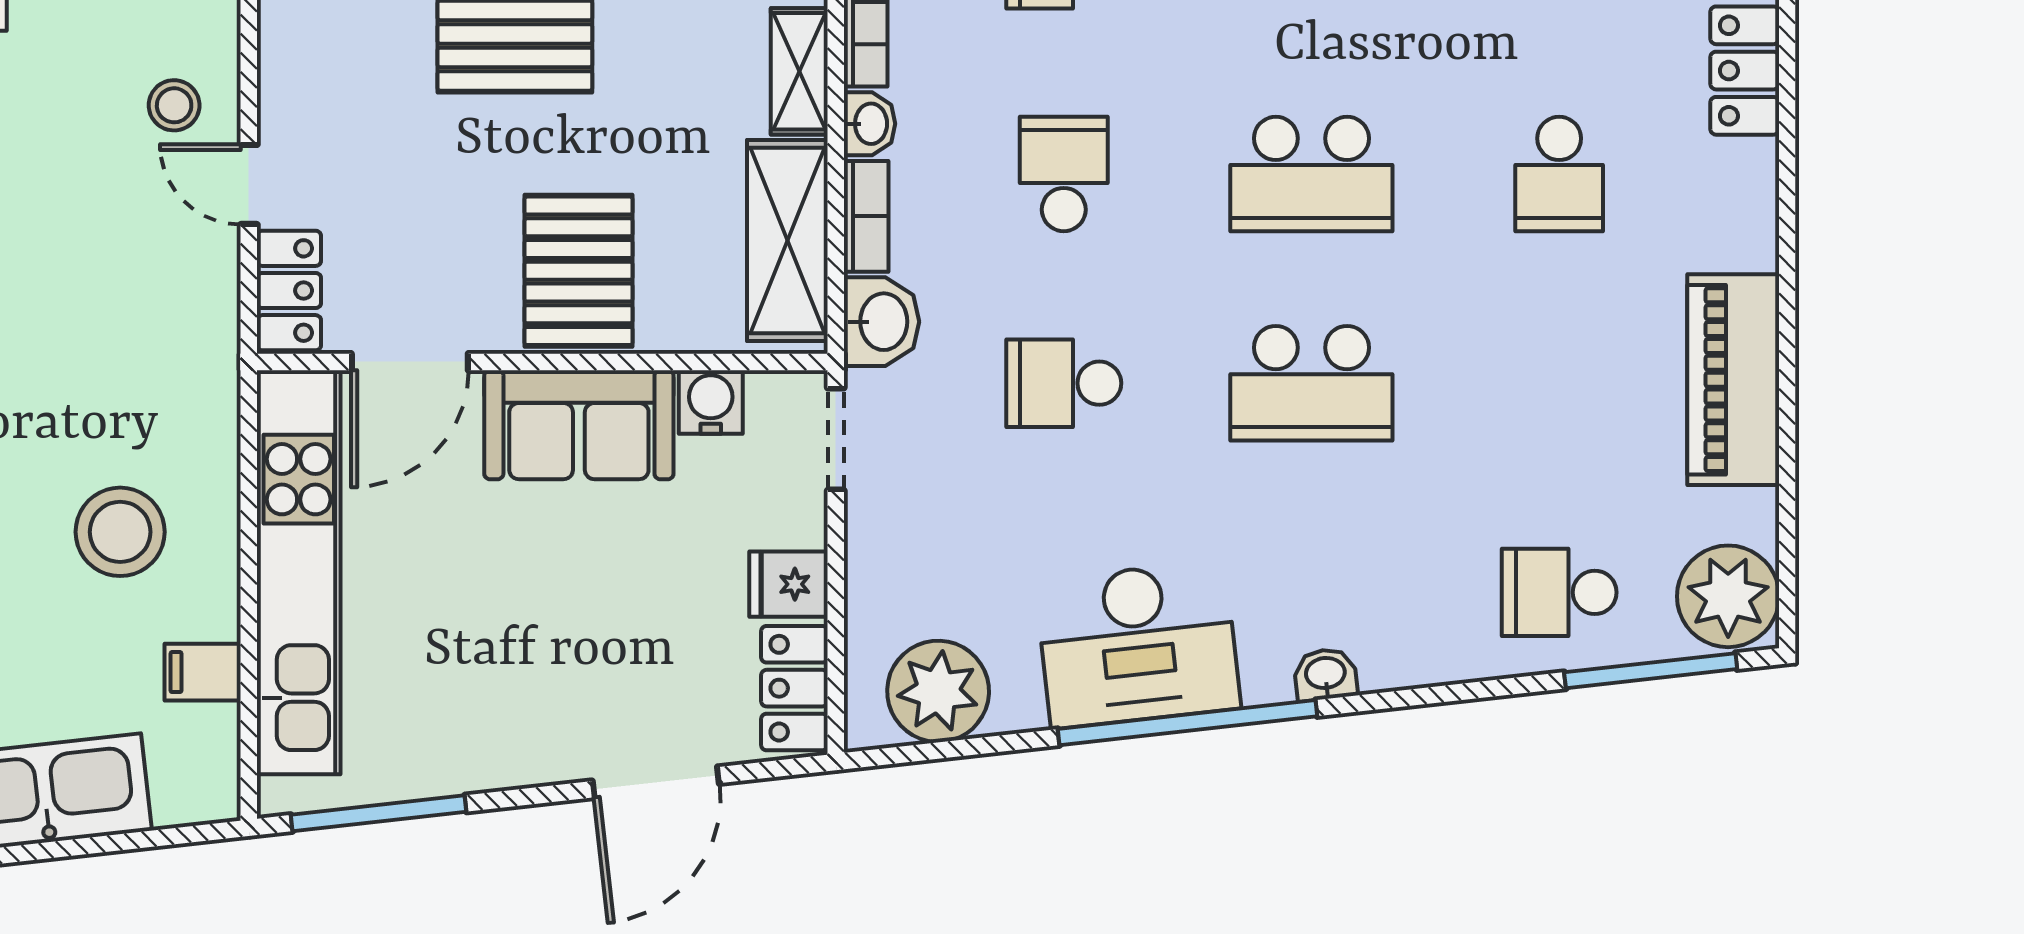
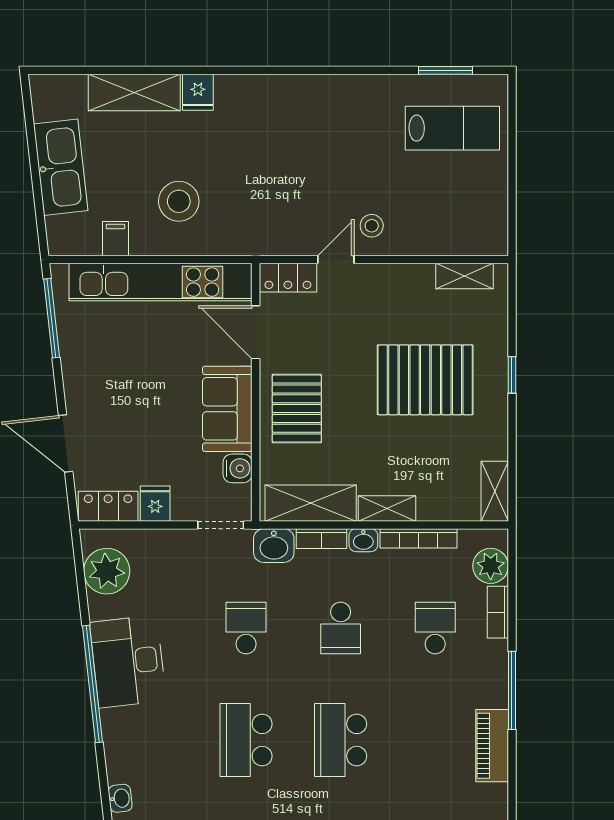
school desk: (1064, 174) -> (341, 628), turned 90
pallet: (579, 271) -> (297, 409), turned 90
washbasin: (1325, 674) -> (120, 798), moved

